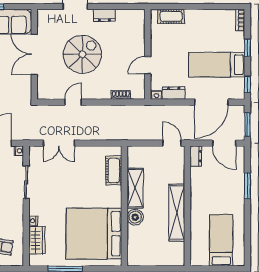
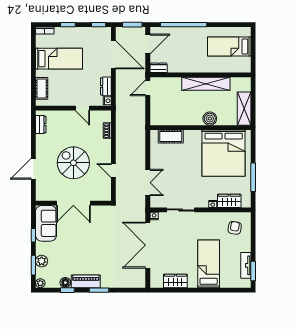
dresser: (104, 15) -> (41, 124), moved
bed: (217, 65) -> (59, 59), moved, turned -90
window: (247, 186) -> (184, 25), width x2.11
shelving: (135, 188) -> (244, 109), moved, turned 90

